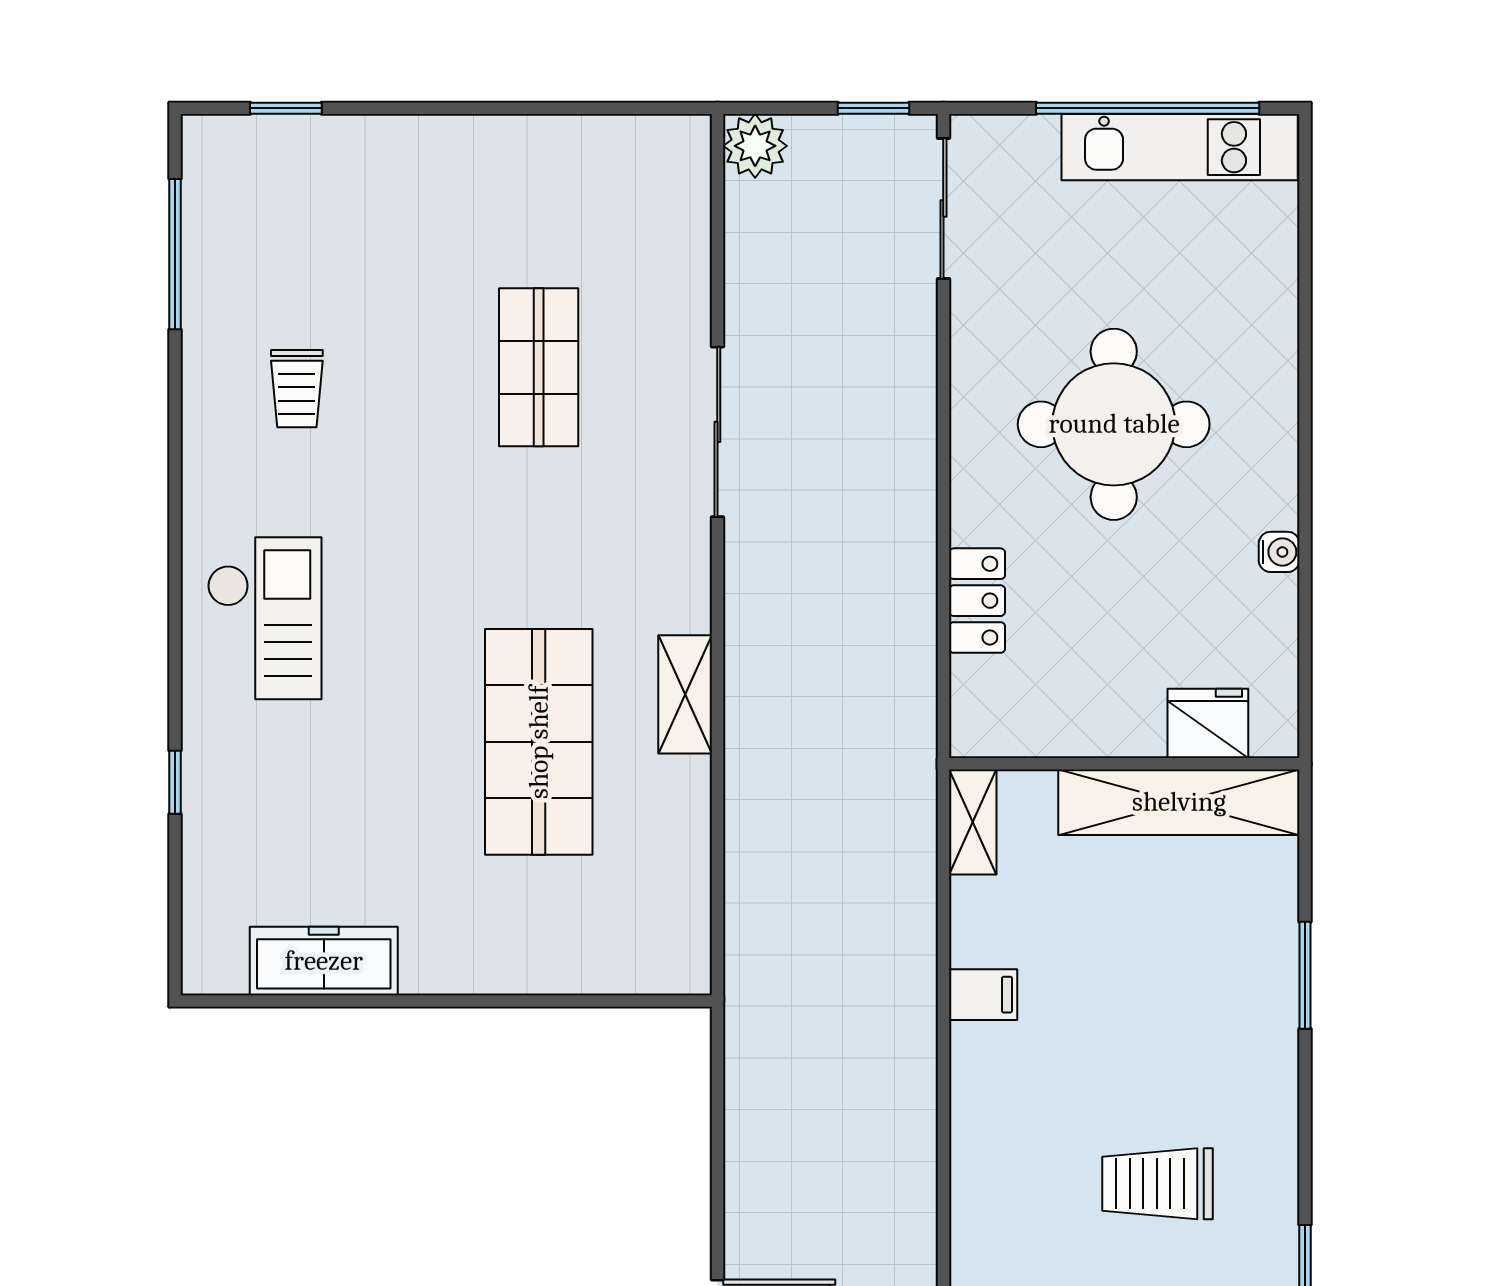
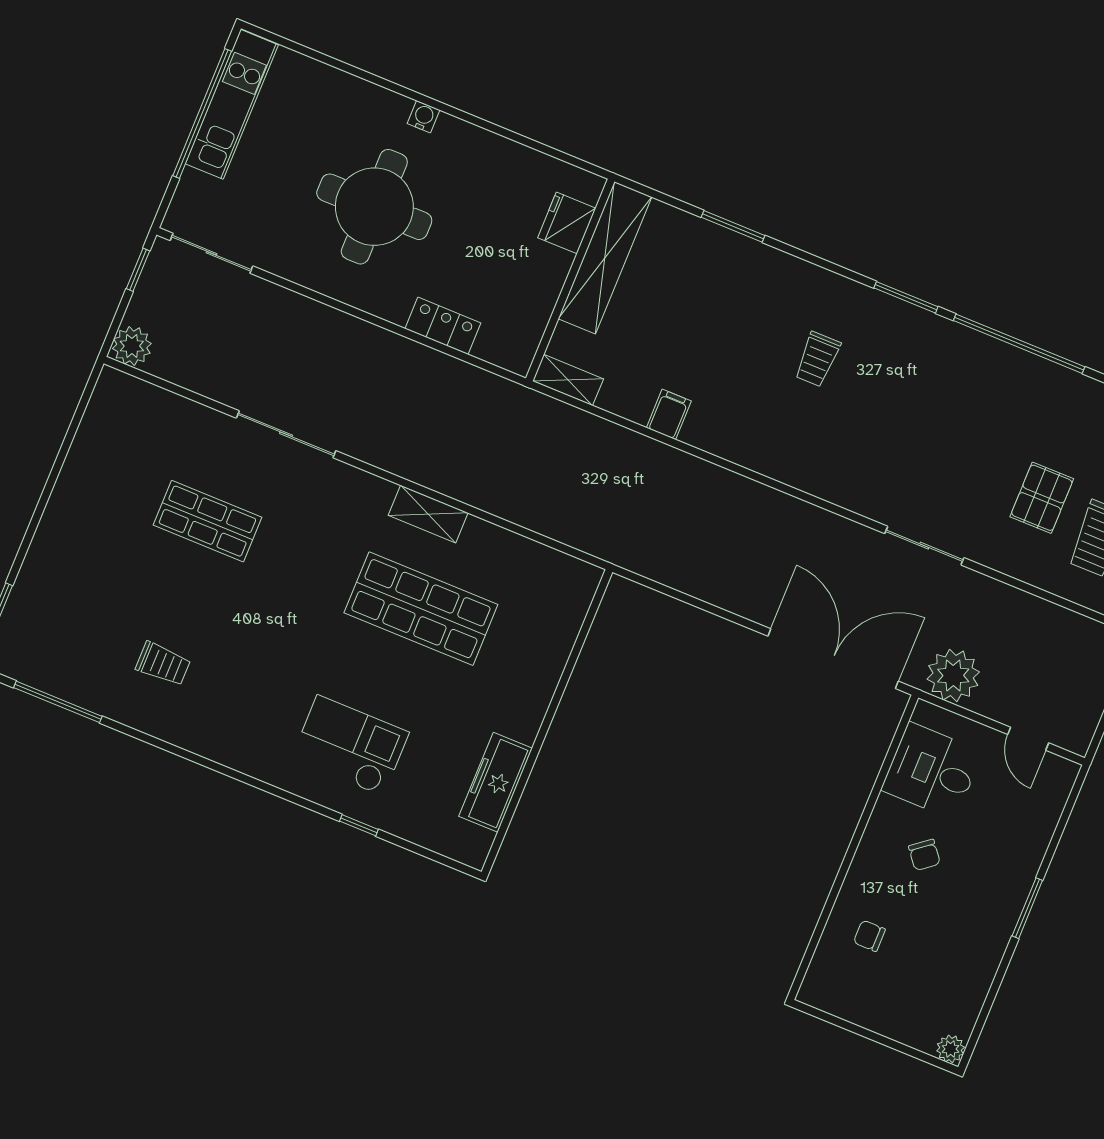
water cooler: (1279, 552) -> (424, 117), moved
checkout: (264, 618) -> (350, 746), moved
trolley: (1158, 1184) -> (817, 359), width x0.73, depth x0.72

